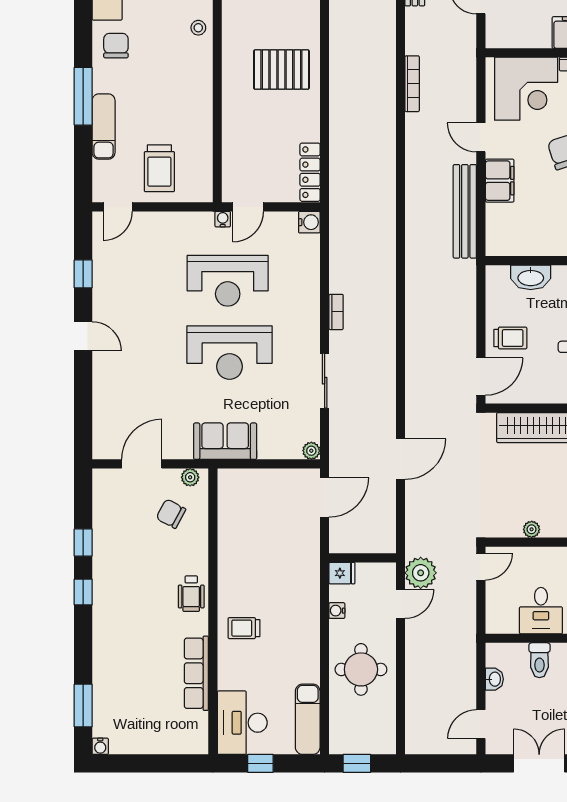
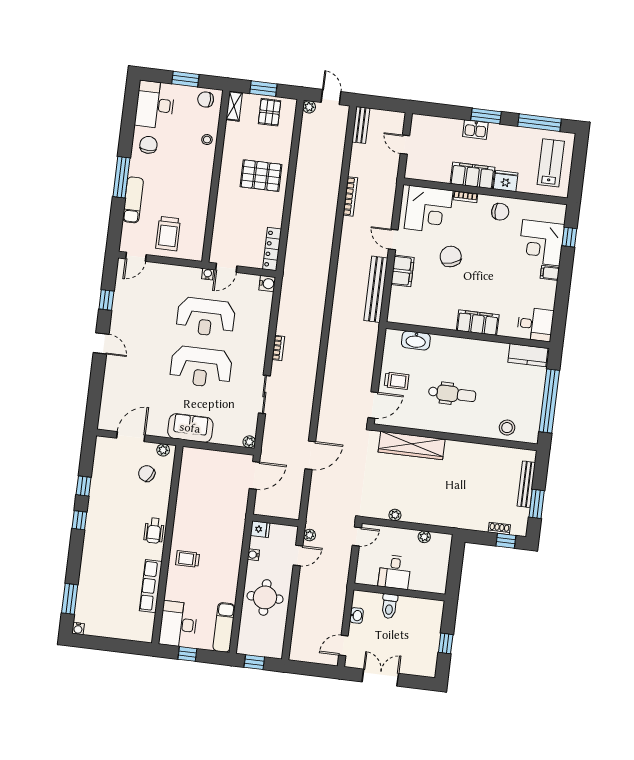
plant: (421, 573) -> (309, 535), width x0.53, depth x0.53

